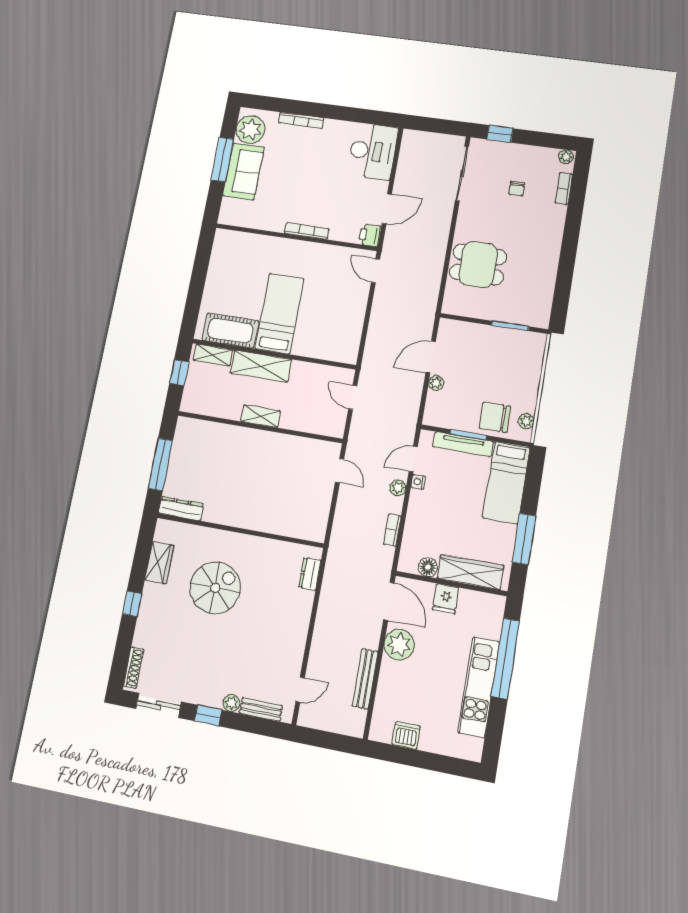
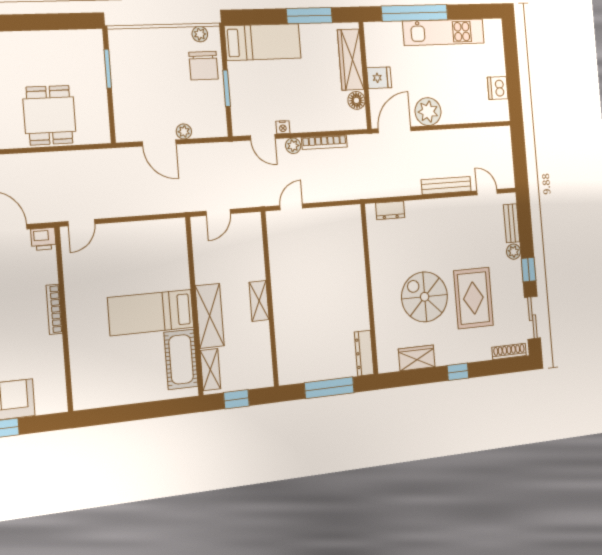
tv unit: (463, 444) -> (237, 92), removed
bookcase: (392, 530) -> (324, 142), width x1.56
rug: (198, 642) -> (473, 298), added
bench: (365, 679) -> (446, 185), moved

